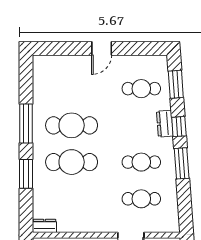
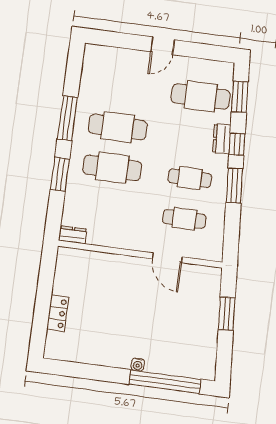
cafe table: (141, 89) -> (201, 96), width x1.37, depth x1.35

